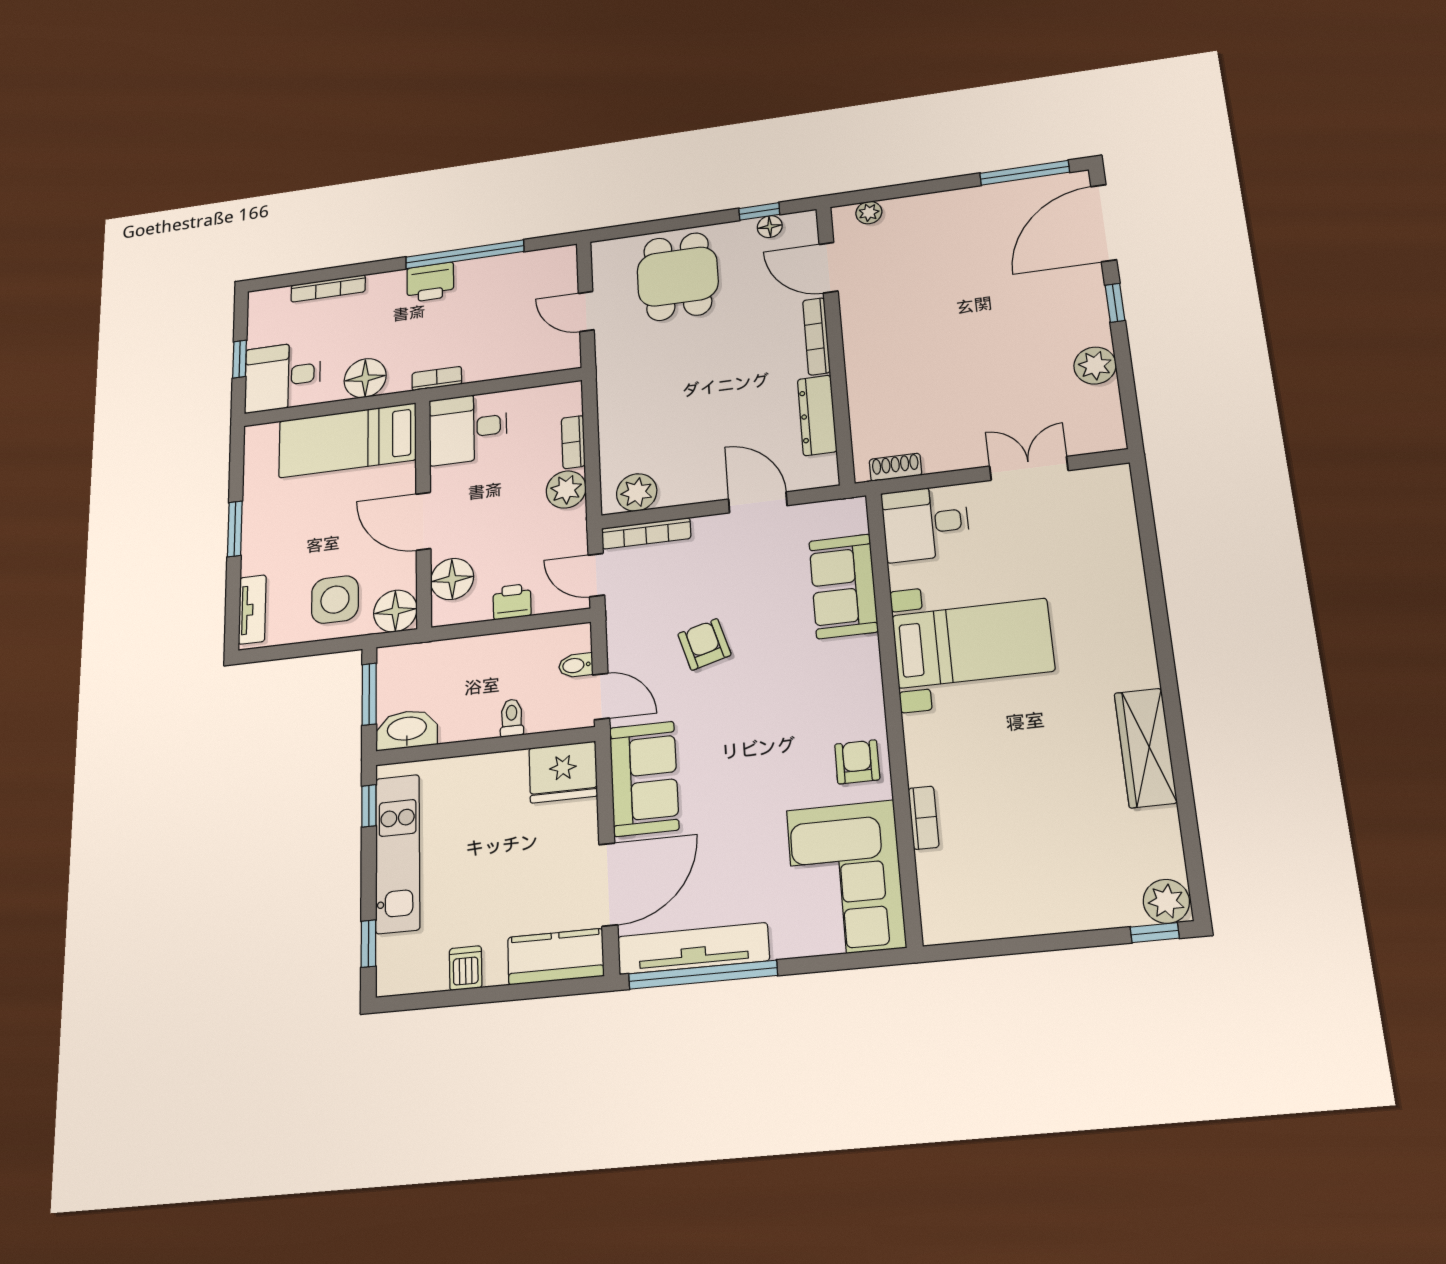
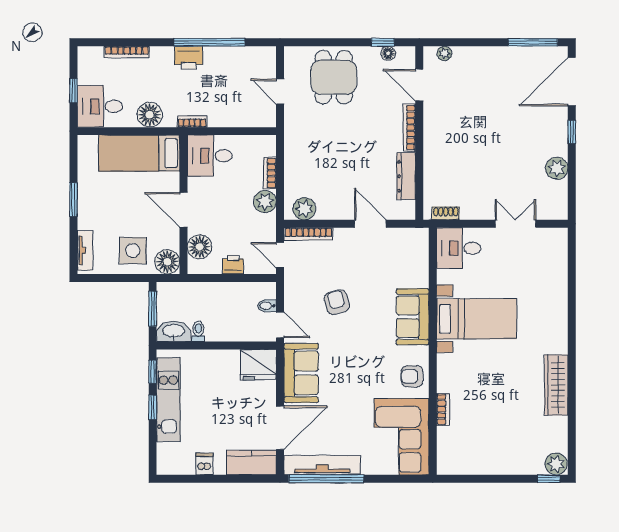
sofa: (843, 586) -> (413, 317), moved
toilet: (512, 718) -> (198, 331), moved
armchair: (857, 762) -> (412, 376), turned -90
window: (368, 944) -> (153, 407), moved

